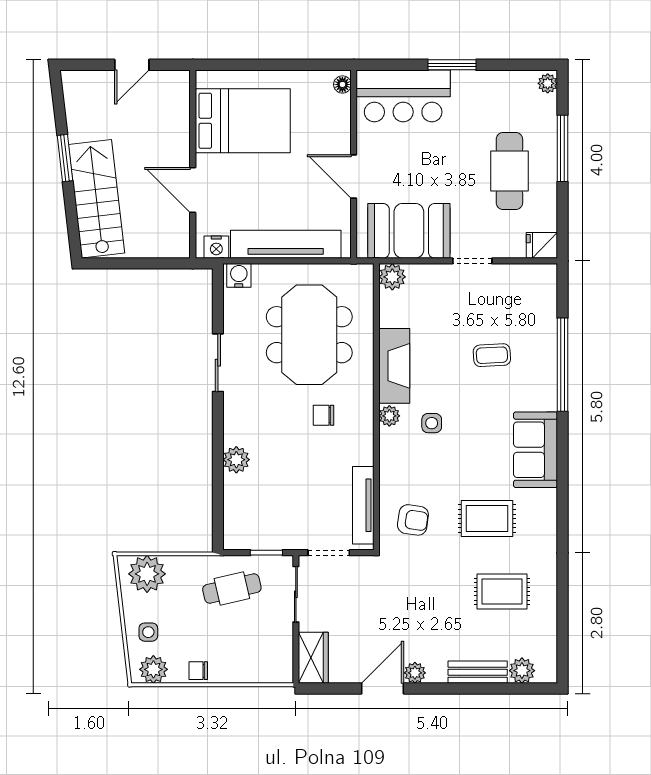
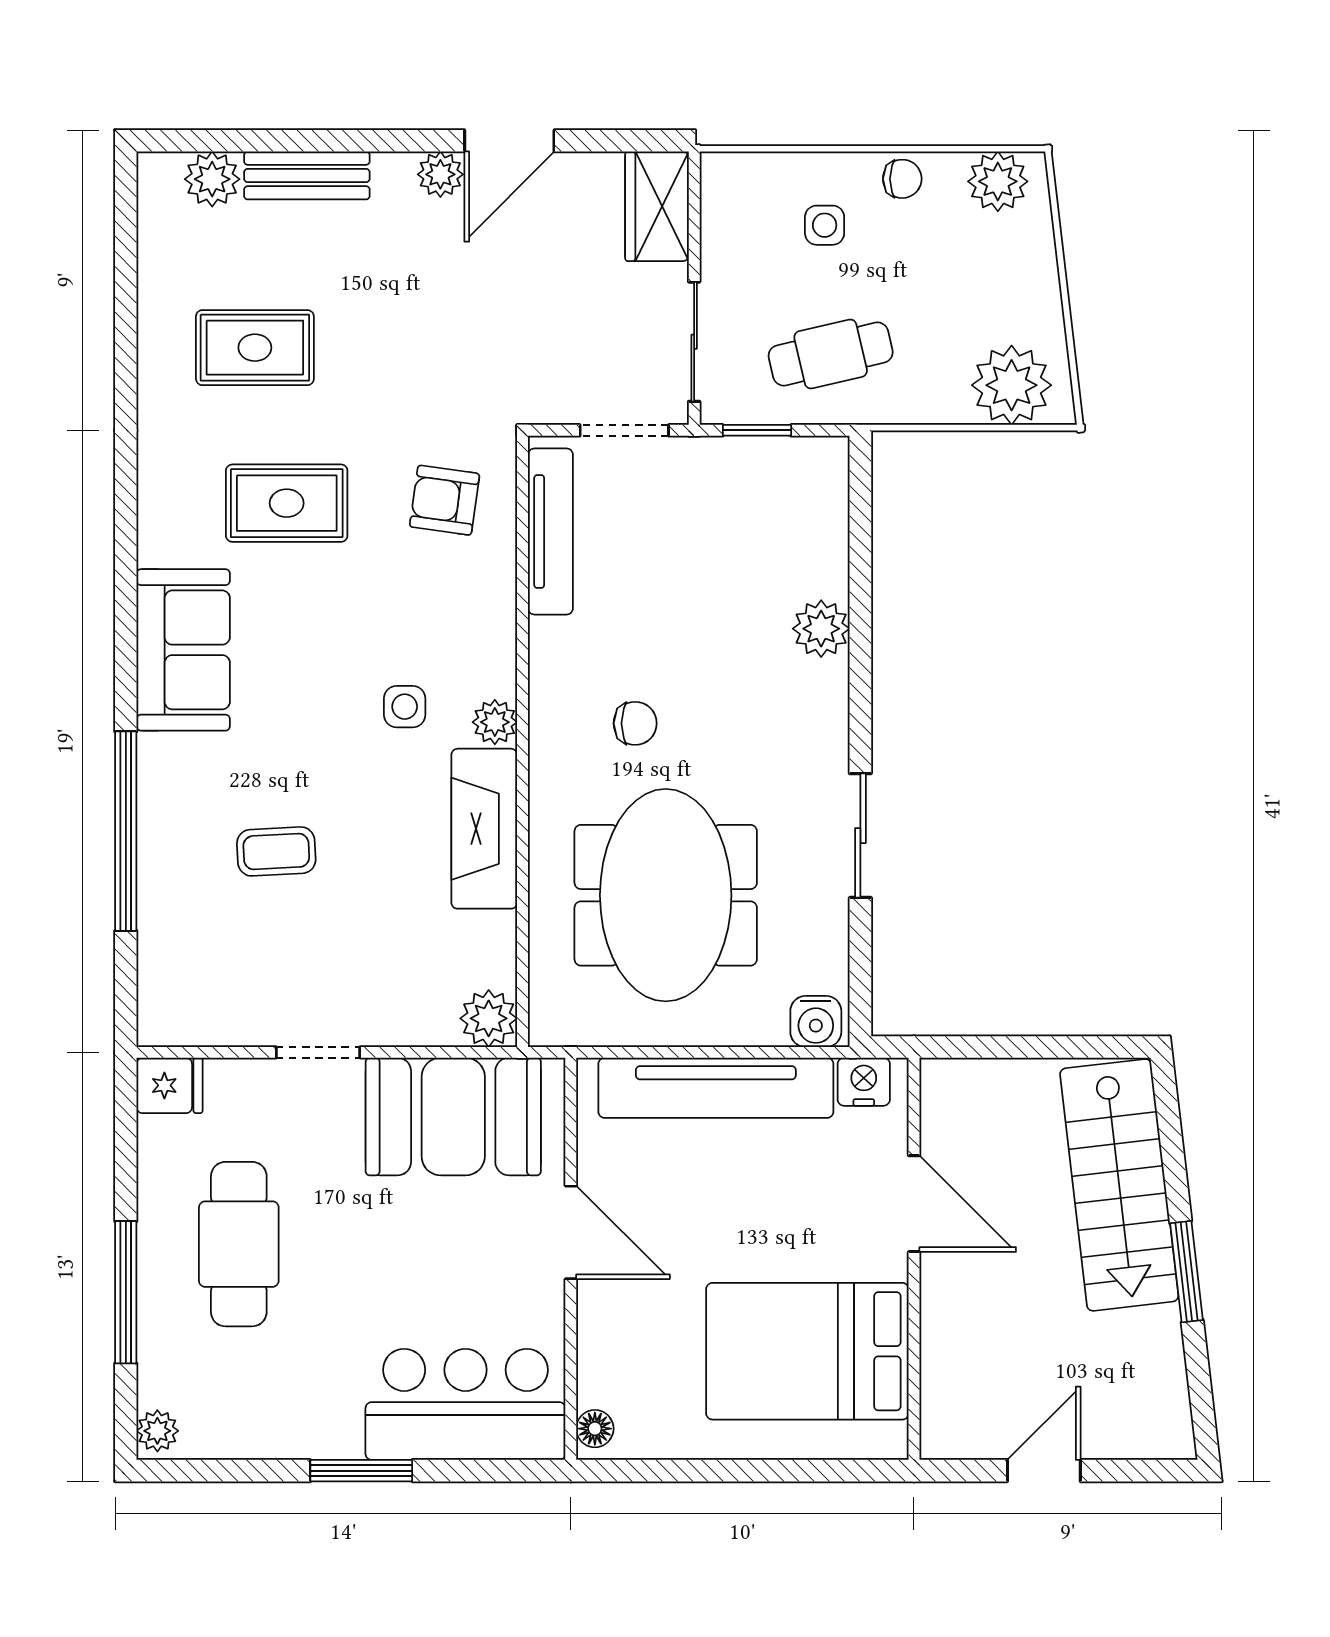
side table: (148, 632) -> (825, 225), moved

